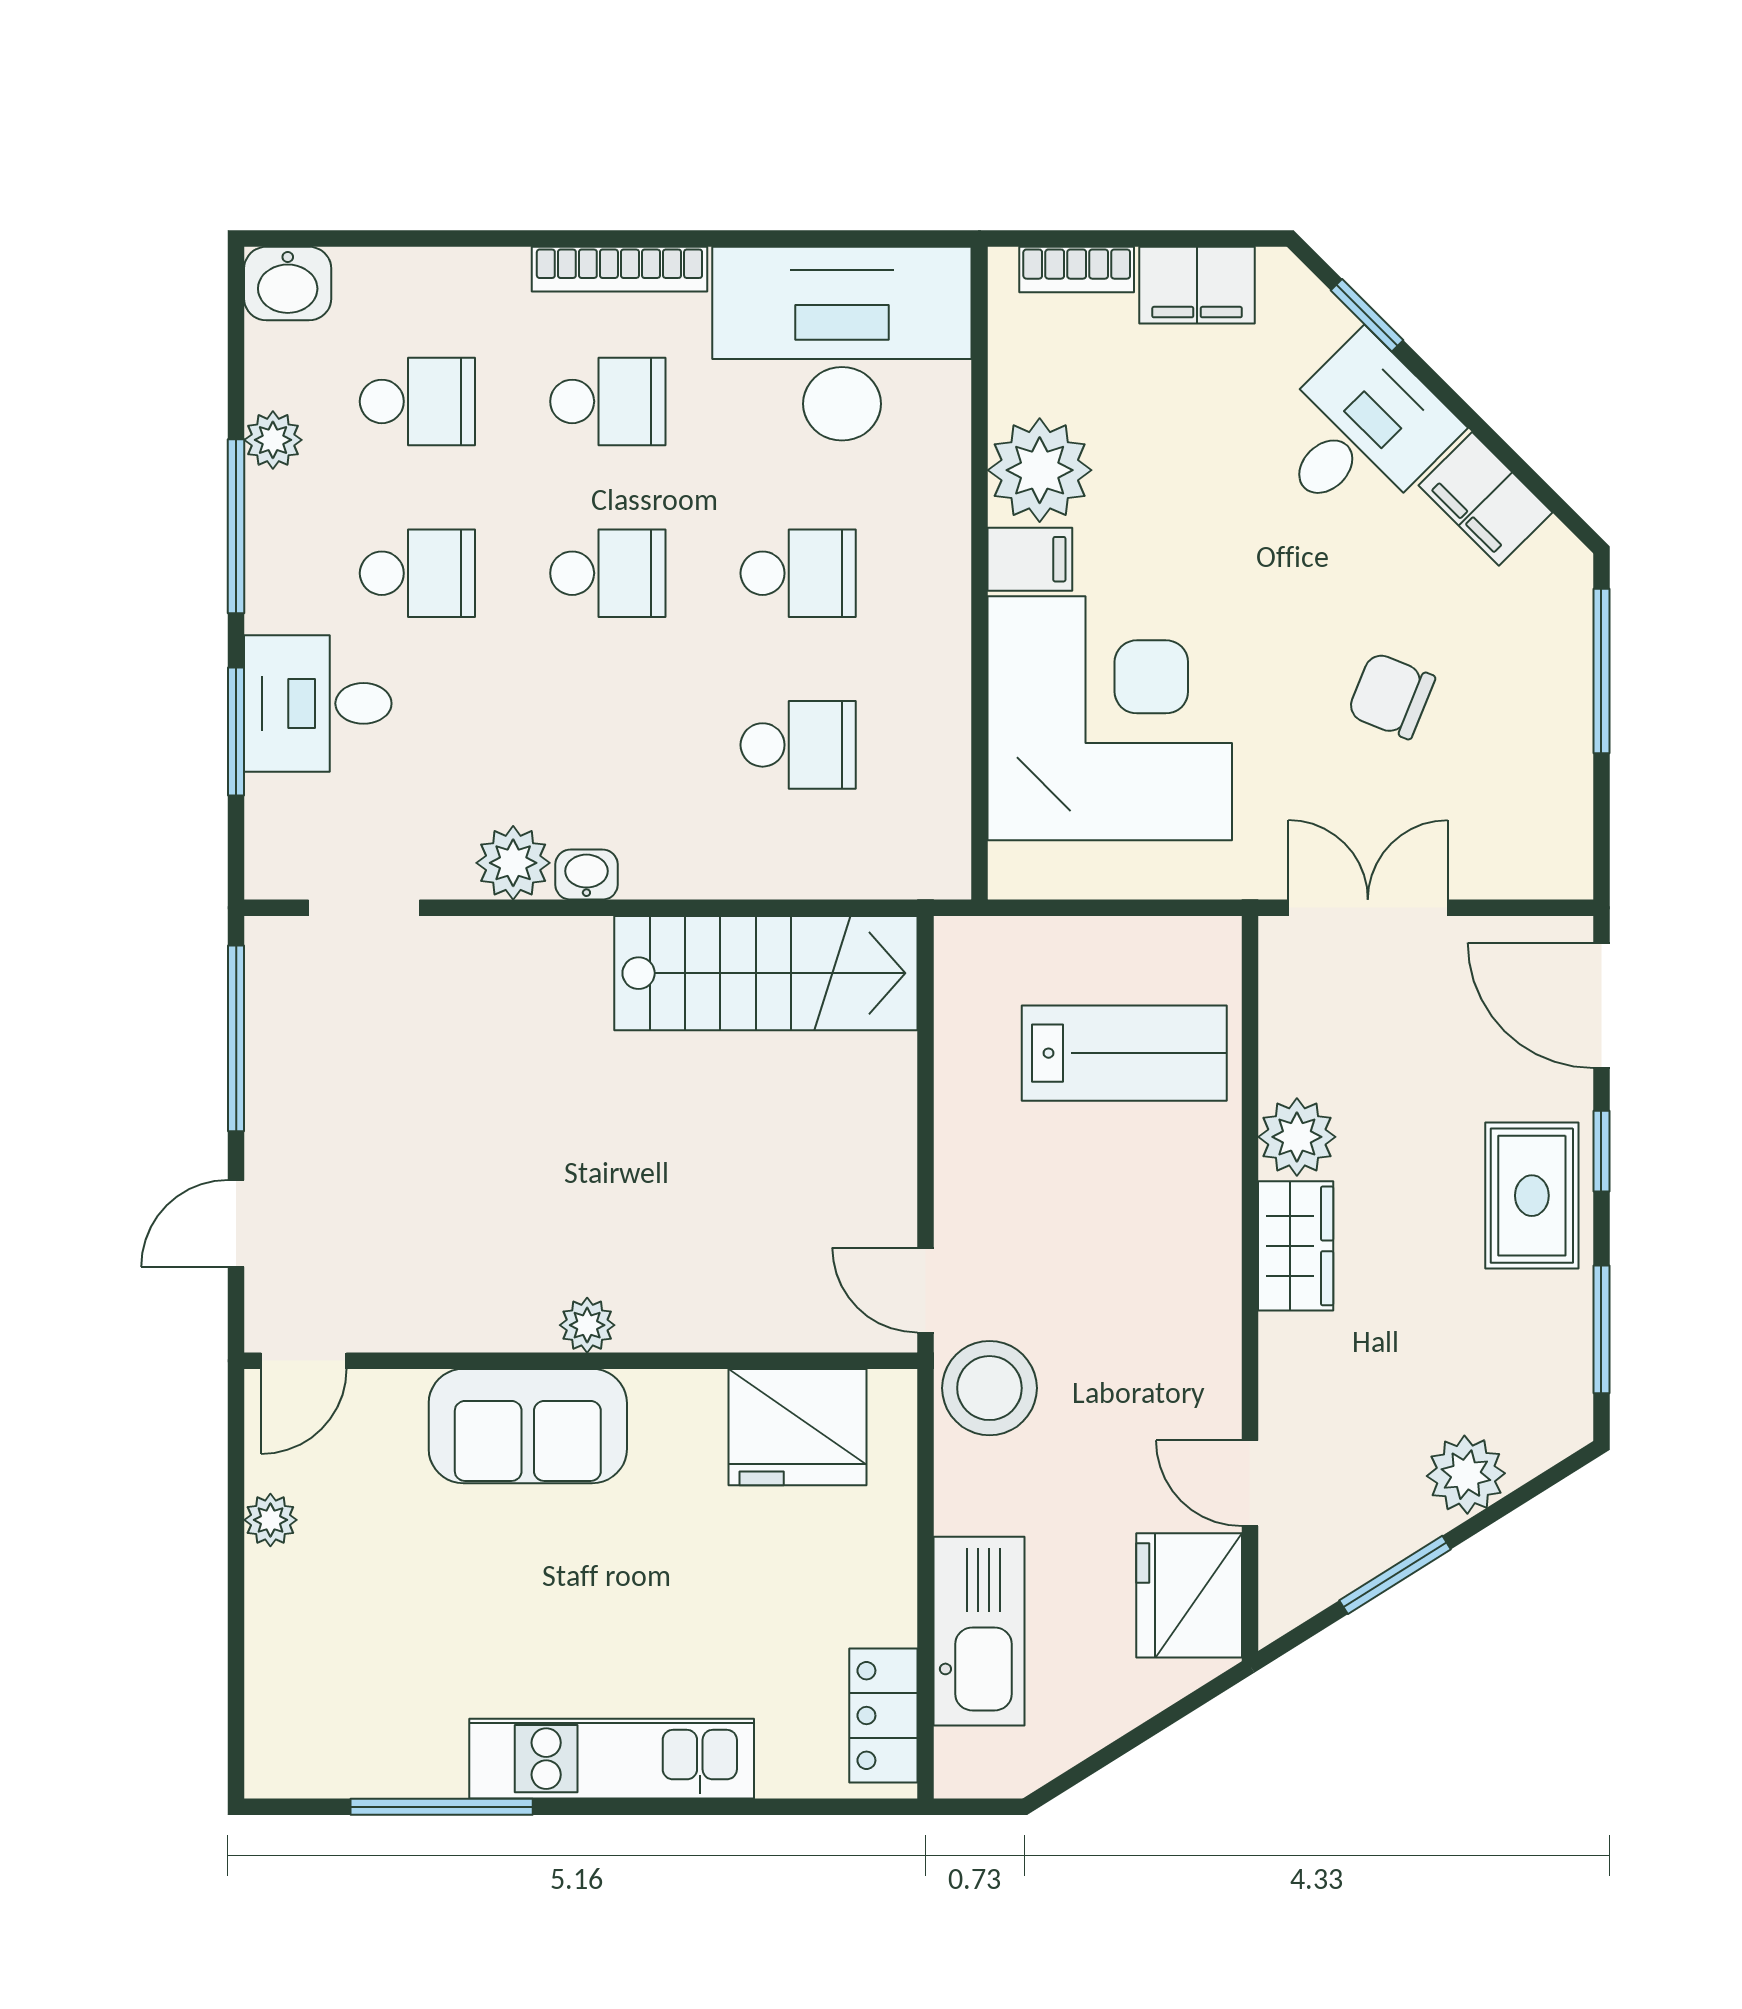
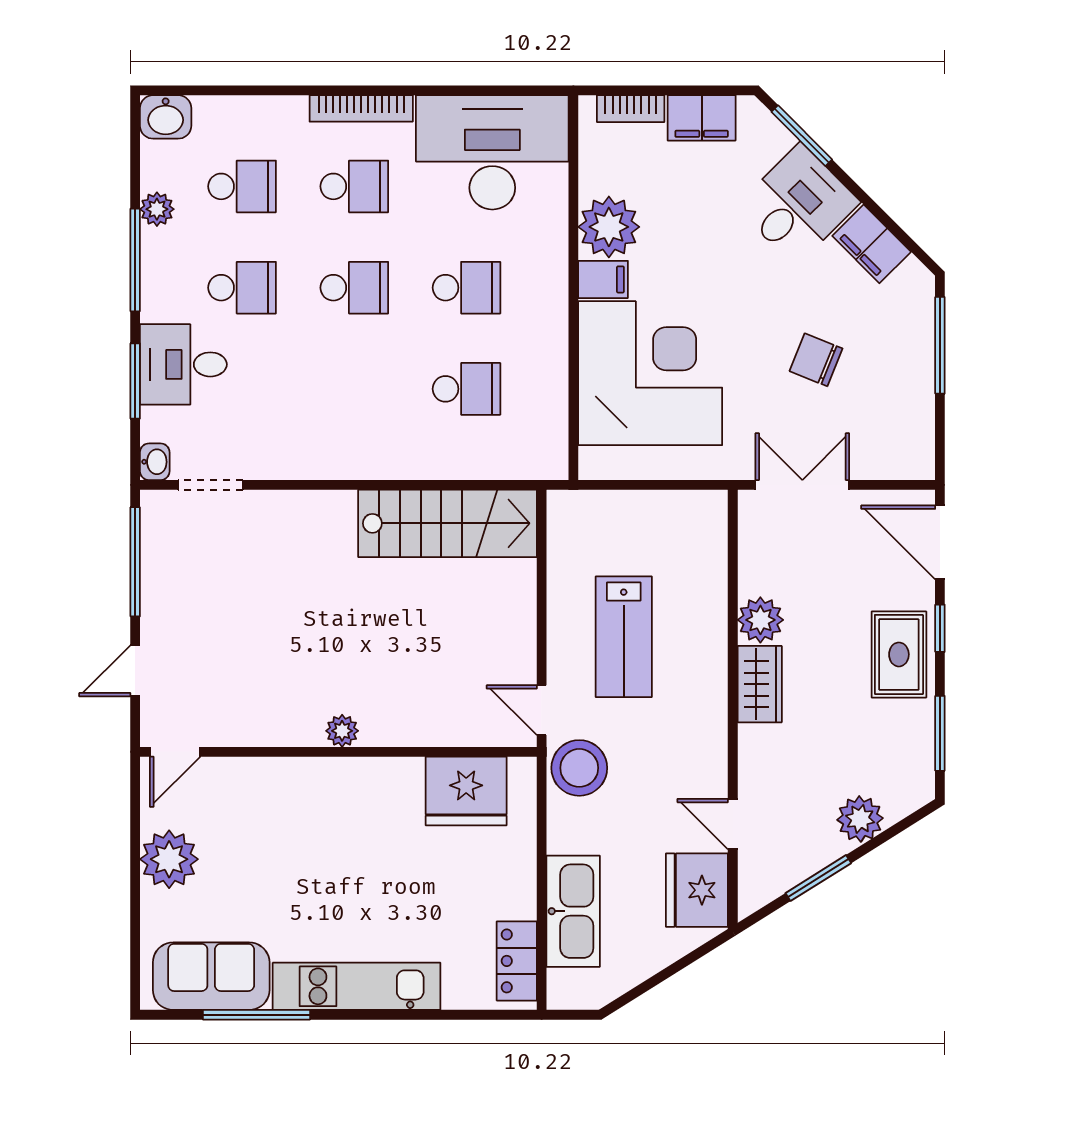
window: (1367, 315) -> (802, 136), width x1.50
plant: (513, 863) -> (298, 458), removed
washbasin: (586, 875) -> (155, 462), moved, turned 90
lab bench: (1124, 1053) -> (624, 637), moved, turned 90
sofa: (528, 1426) -> (211, 976), moved, turned 180
plant: (270, 1520) -> (169, 859), width x1.87, depth x1.87

